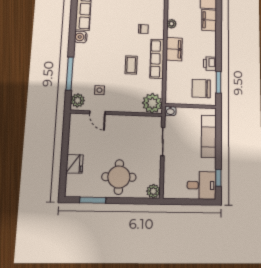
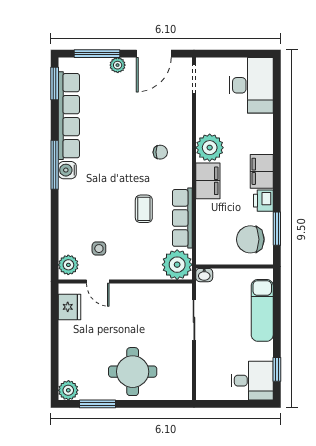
filing cabinet: (209, 20) -> (262, 171), moved
plant: (172, 24) -> (210, 148), width x1.88, depth x1.88
row of seats: (157, 59) -> (182, 218), moved
window: (70, 74) -> (55, 165), moved
fridge: (75, 164) -> (70, 307), moved
plant: (153, 191) -> (68, 390), moved

